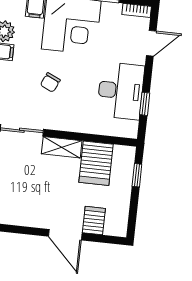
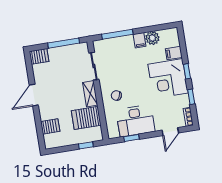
door: (151, 43) -> (170, 132), hinge flipped
chair: (50, 82) -> (116, 96), moved
door: (65, 235) -> (34, 95), moved

